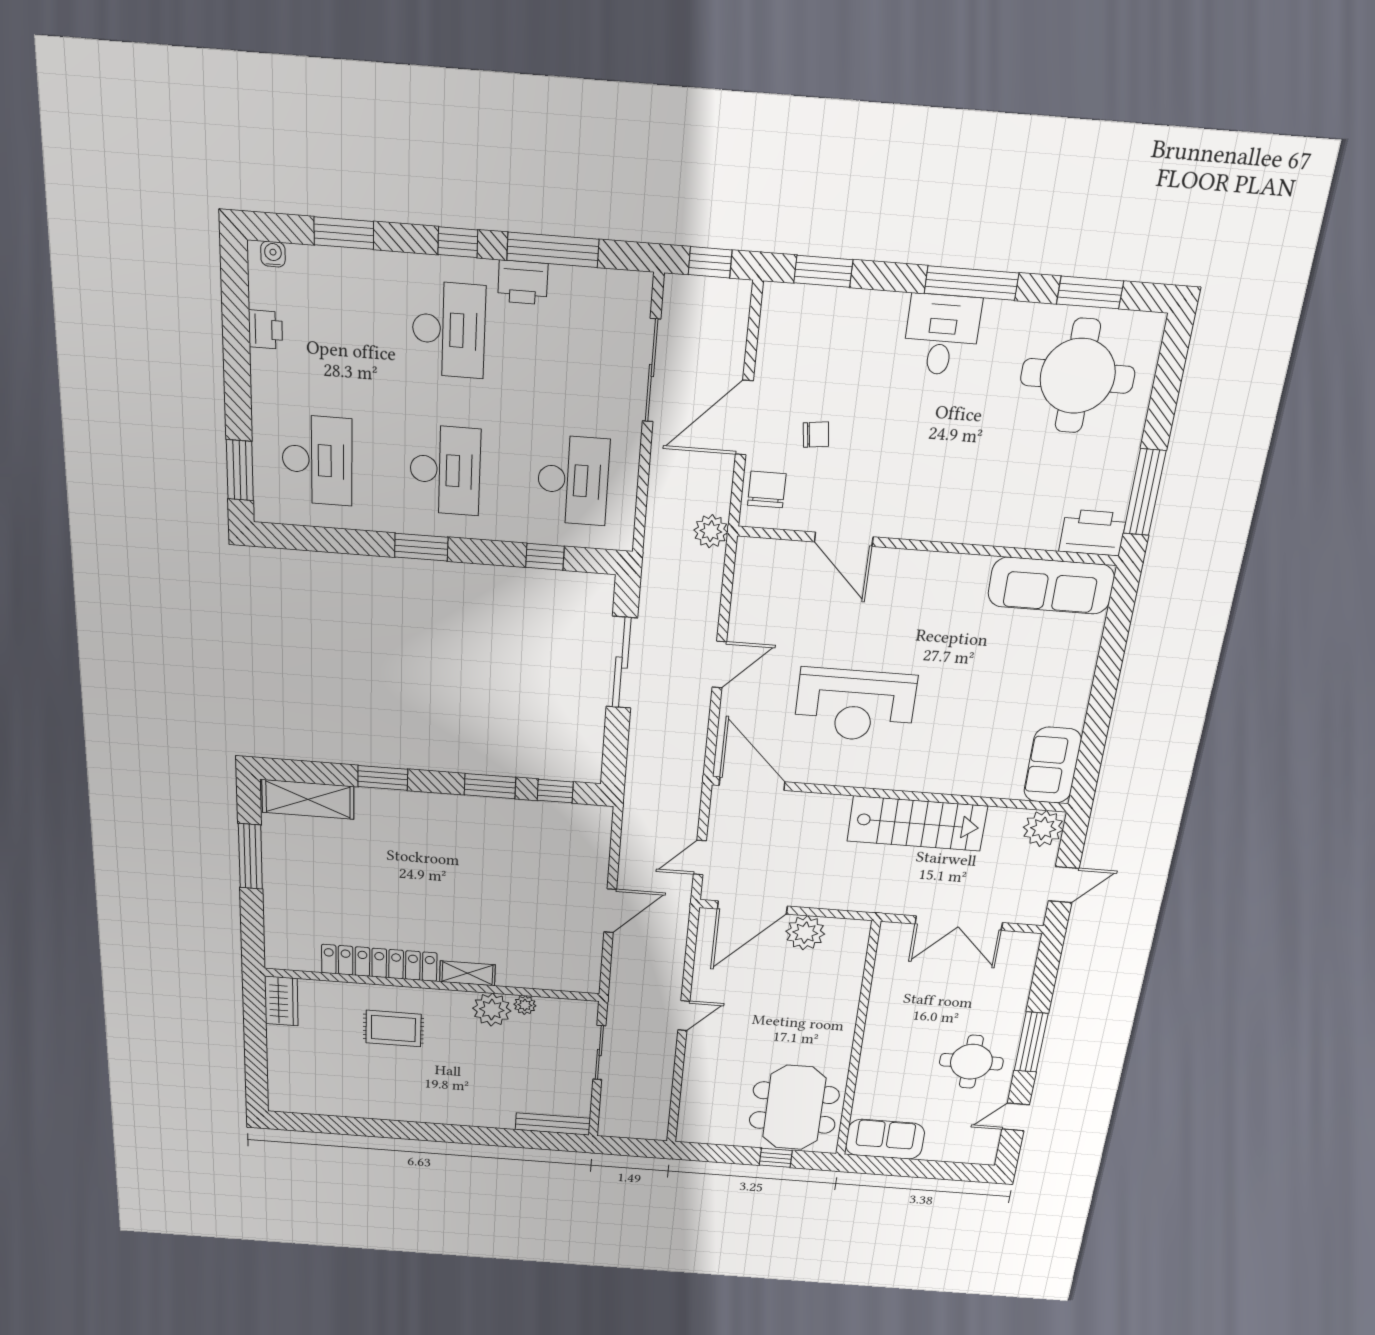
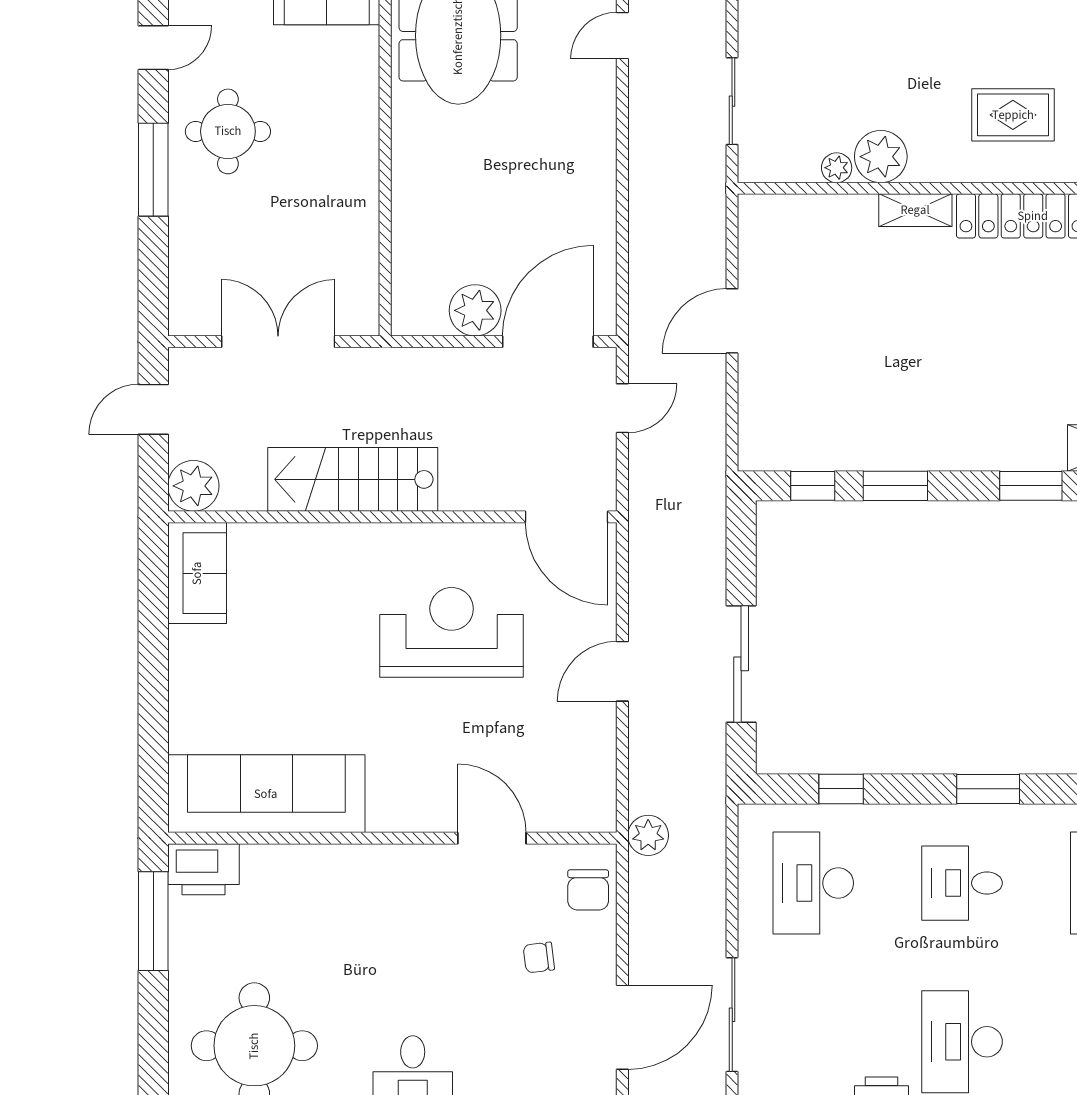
door: (744, 418) -> (622, 1027), moved
desk: (445, 470) -> (962, 883), width x0.73
sofa: (1051, 586) -> (266, 794), width x1.36, depth x1.27
door: (684, 1016) -> (622, 36), moved

